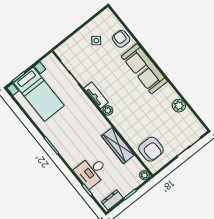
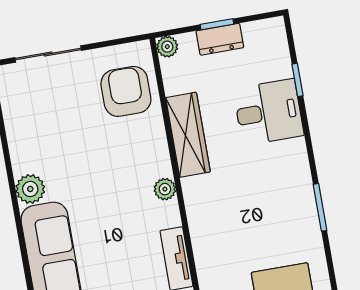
plant: (179, 106) -> (30, 189), moved
plant: (108, 110) -> (165, 189), moved
dresser: (112, 200) -> (220, 39), moved

